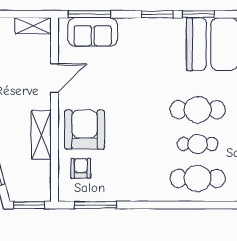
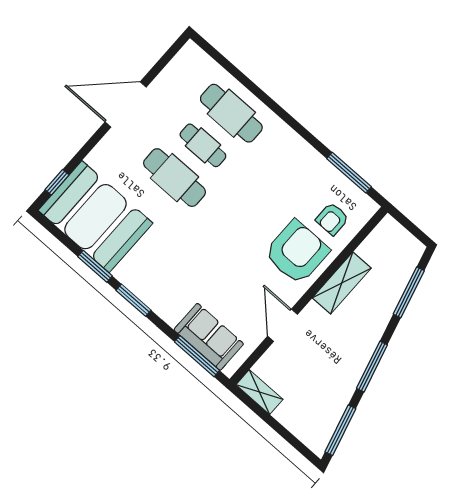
door: (54, 78) -> (283, 325), hinge flipped
armchair: (85, 130) -> (297, 252), turned 180
window: (29, 205) -> (411, 227), removed

